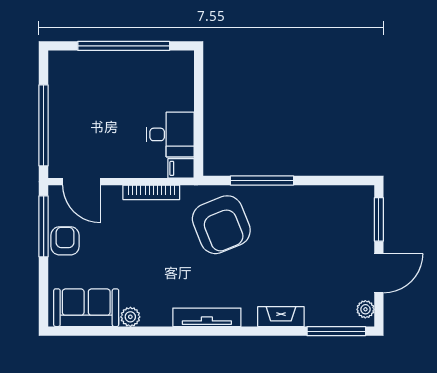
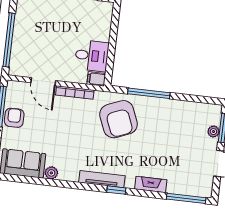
door: (81, 182) -> (43, 82), moved
plant: (365, 309) -> (213, 132), moved
window: (230, 331) -> (116, 190), added

